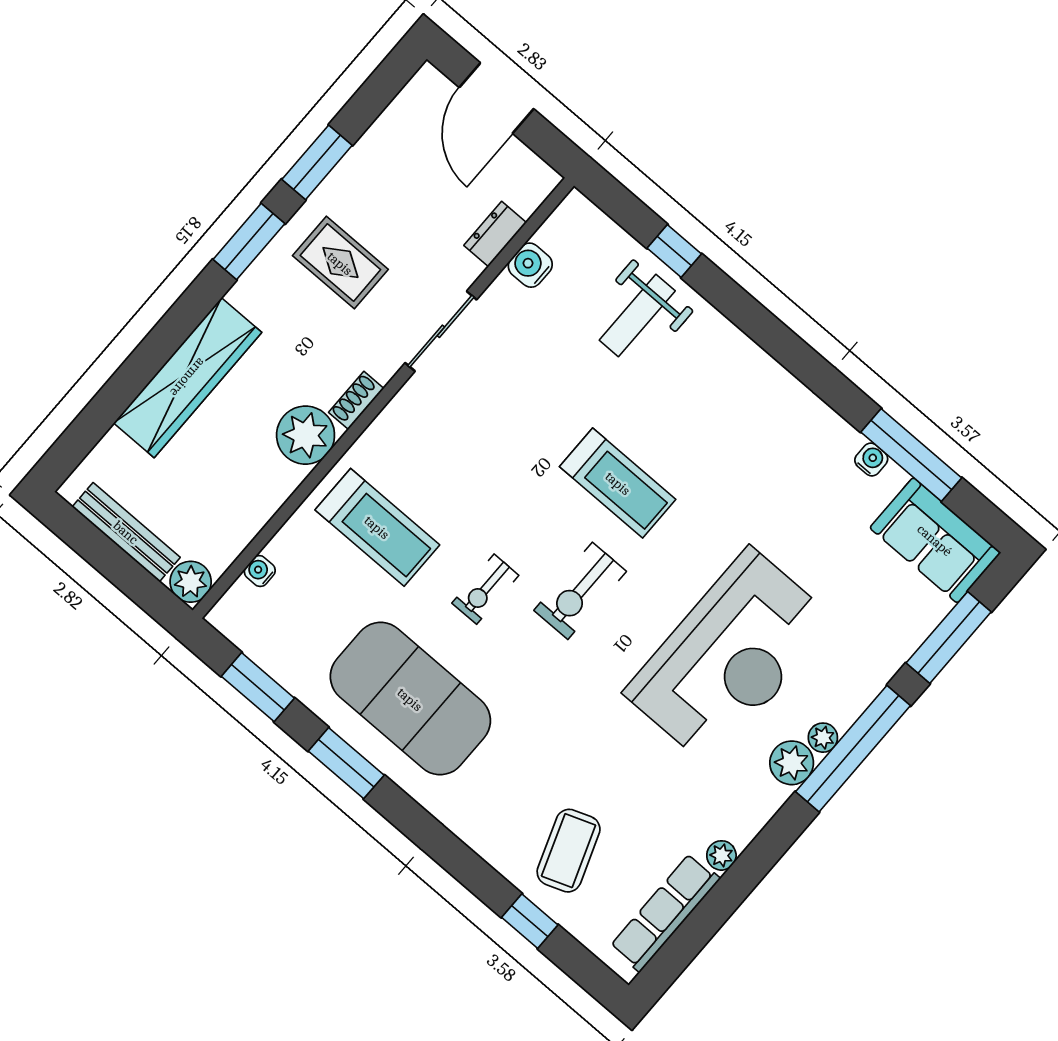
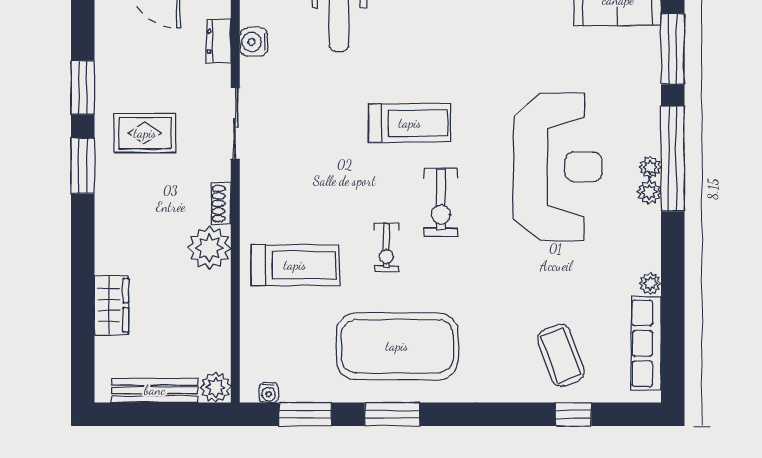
wardrobe: (188, 378) -> (111, 305), width x0.48, depth x0.85
water cooler: (260, 571) -> (269, 393), moved, turned -90
plant: (792, 763) -> (649, 192), width x0.73, depth x0.73

